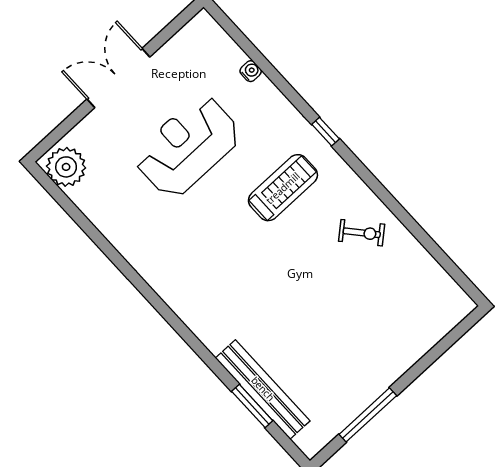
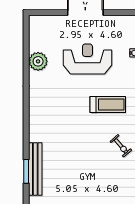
plant: (66, 167) -> (38, 61), moved

